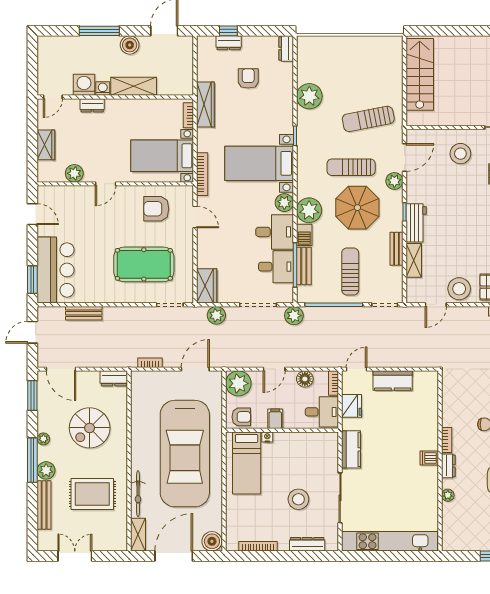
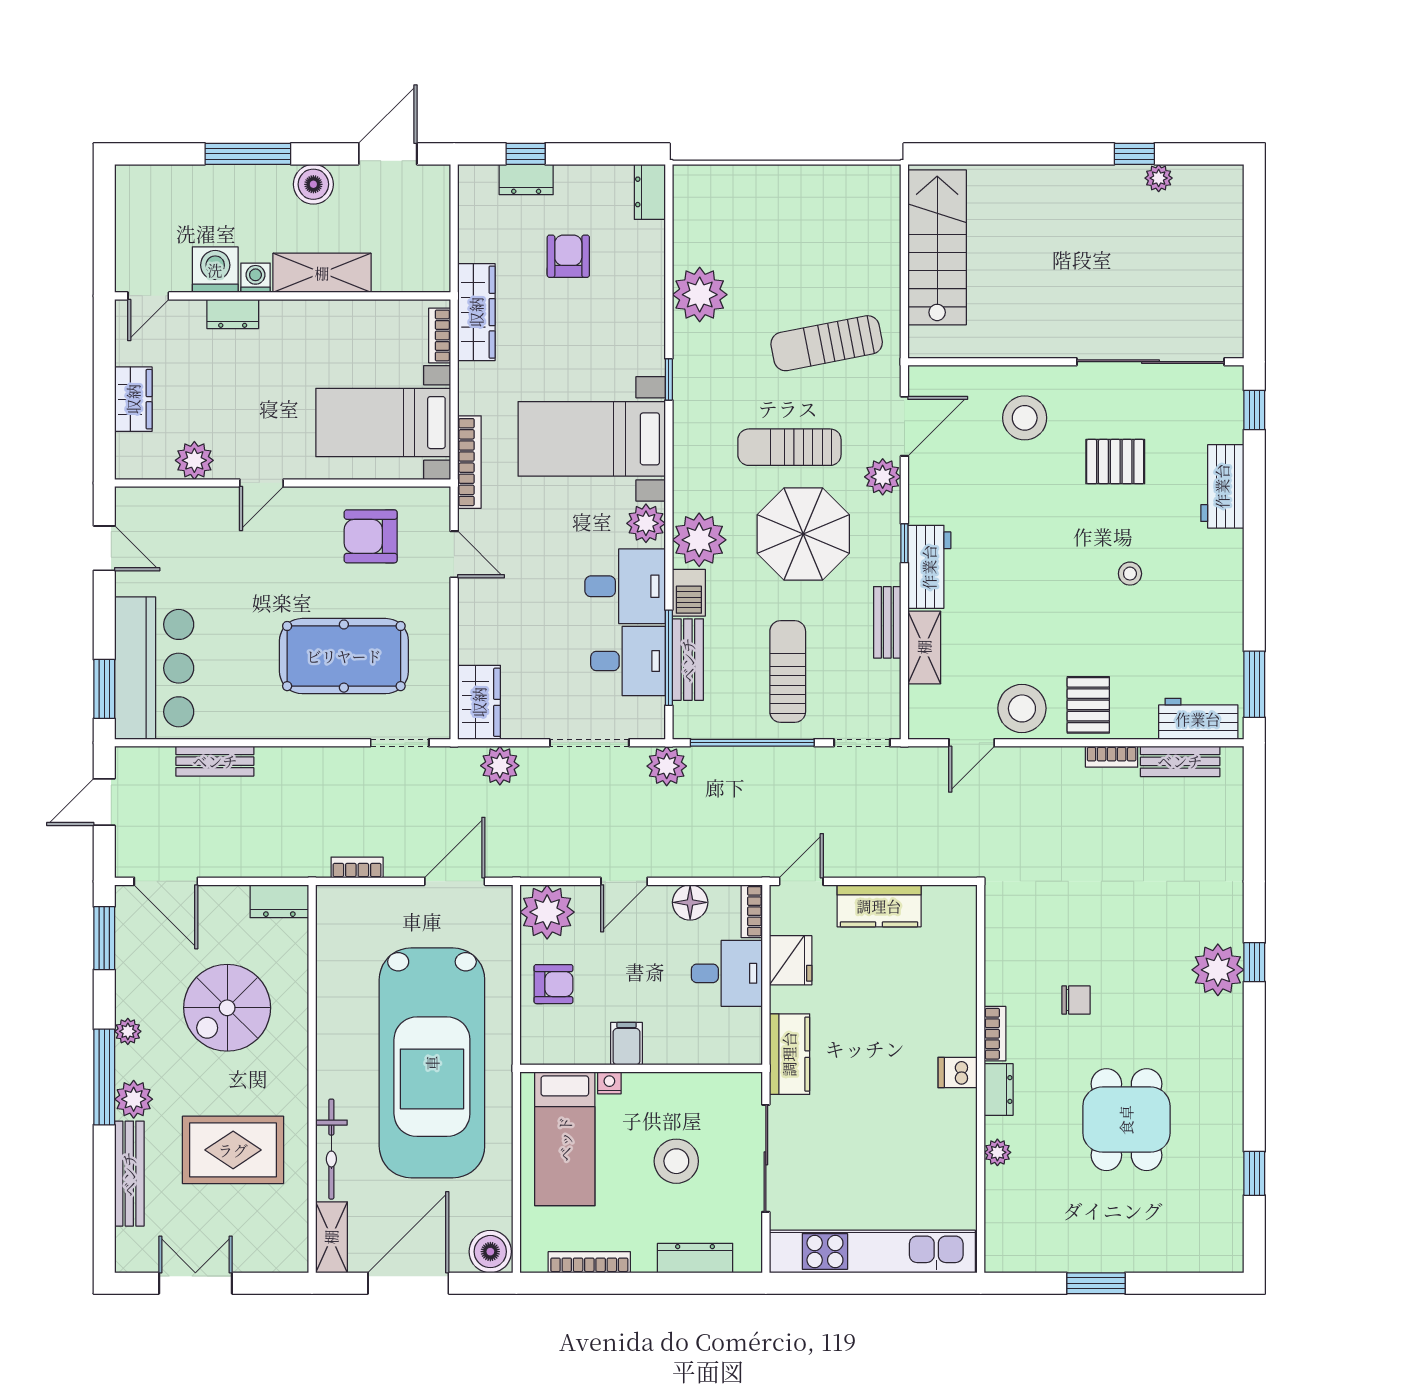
filing cabinet: (275, 419) -> (626, 1044), moved
wall: (282, 430) -> (641, 1068), moved
nightstand: (267, 437) -> (609, 1083), moved
bed: (247, 463) -> (565, 1139), moved

